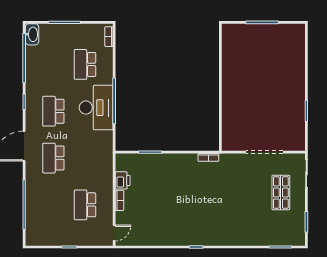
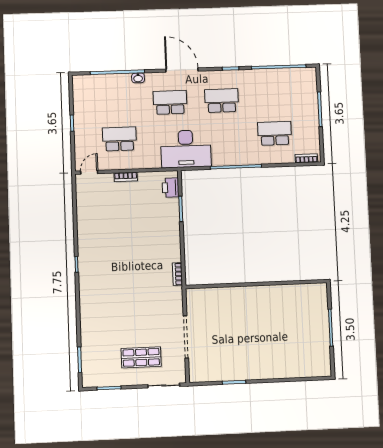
washbasin: (32, 34) -> (138, 78), moved, width x0.52, depth x0.69
desk: (96, 108) -> (186, 149), moved
printer: (123, 180) -> (171, 188), moved, turned 90
door: (114, 233) -> (89, 172), swing flipped

